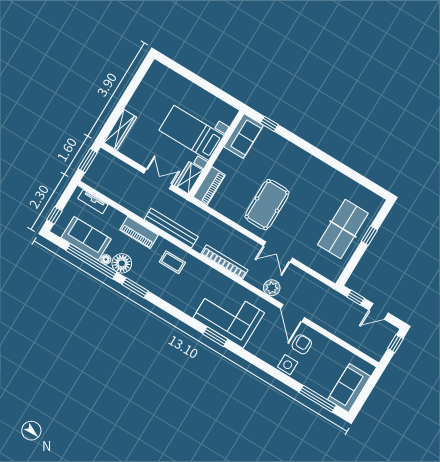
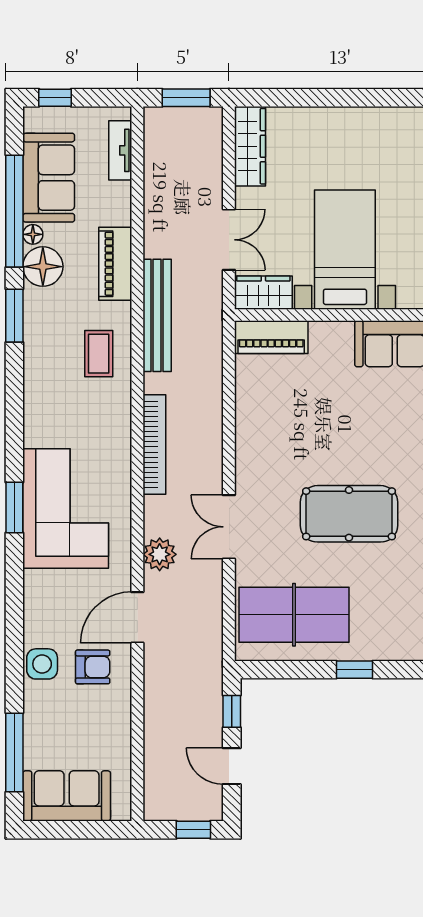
wardrobe: (120, 130) -> (250, 146), moved, turned -90
pool table: (267, 205) -> (349, 514), moved
table tennis table: (343, 229) -> (294, 615), moved

